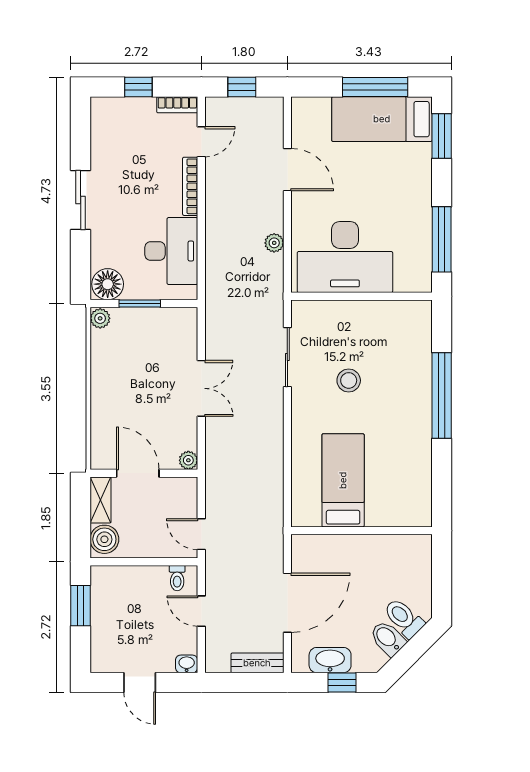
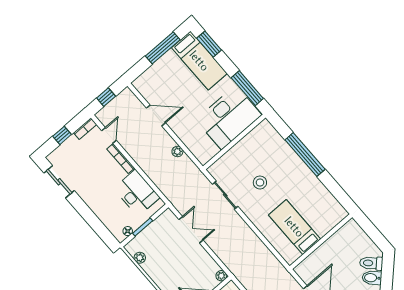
bed: (382, 119) -> (199, 61), moved, turned -90
sliding door: (81, 200) -> (59, 182), moved
desk: (345, 257) -> (229, 117), moved
floor lamp: (108, 284) -> (128, 231), width x0.53, depth x0.53
plant: (100, 318) -> (140, 258), moved
double door: (201, 388) -> (191, 230), moved

